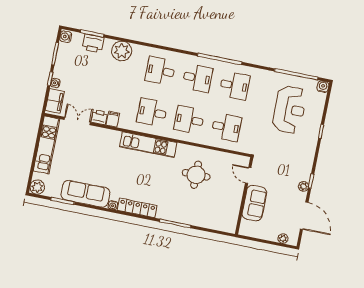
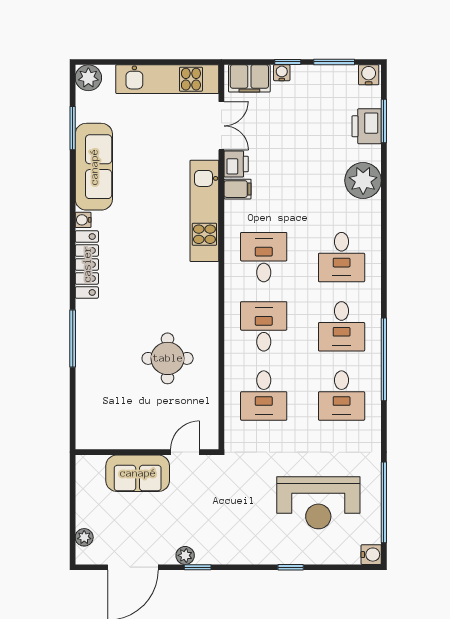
desk: (160, 71) -> (342, 257), turned 180
kitchen unit: (148, 145) -> (204, 211), moved

